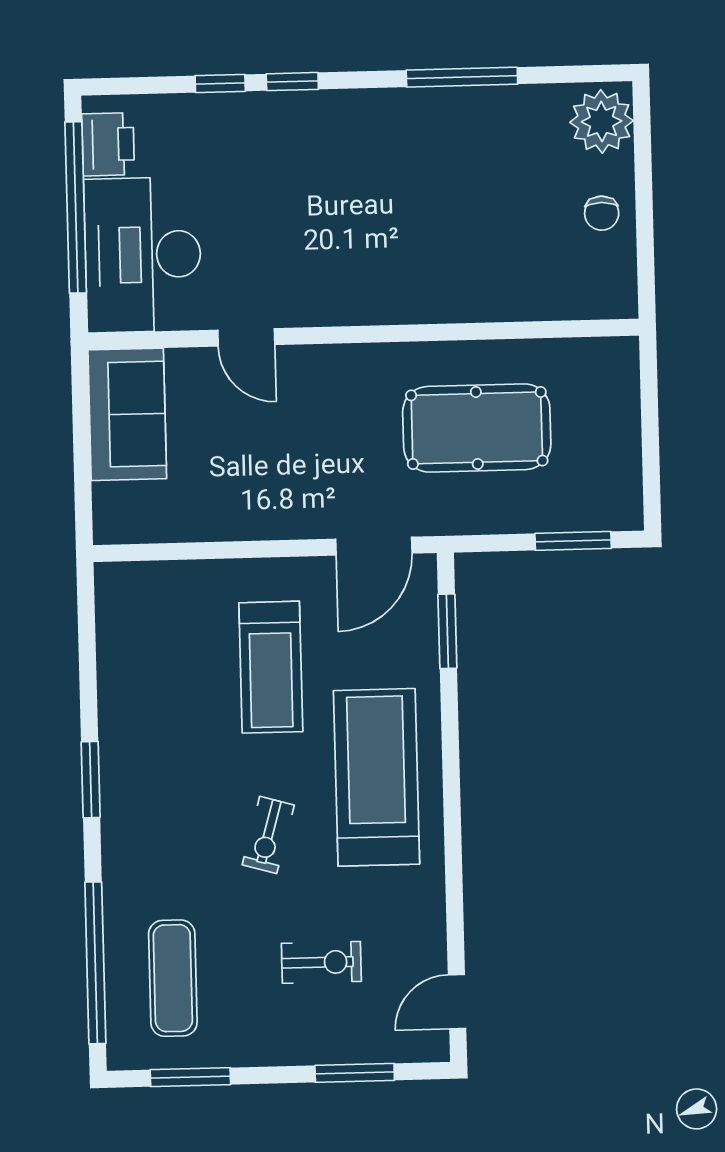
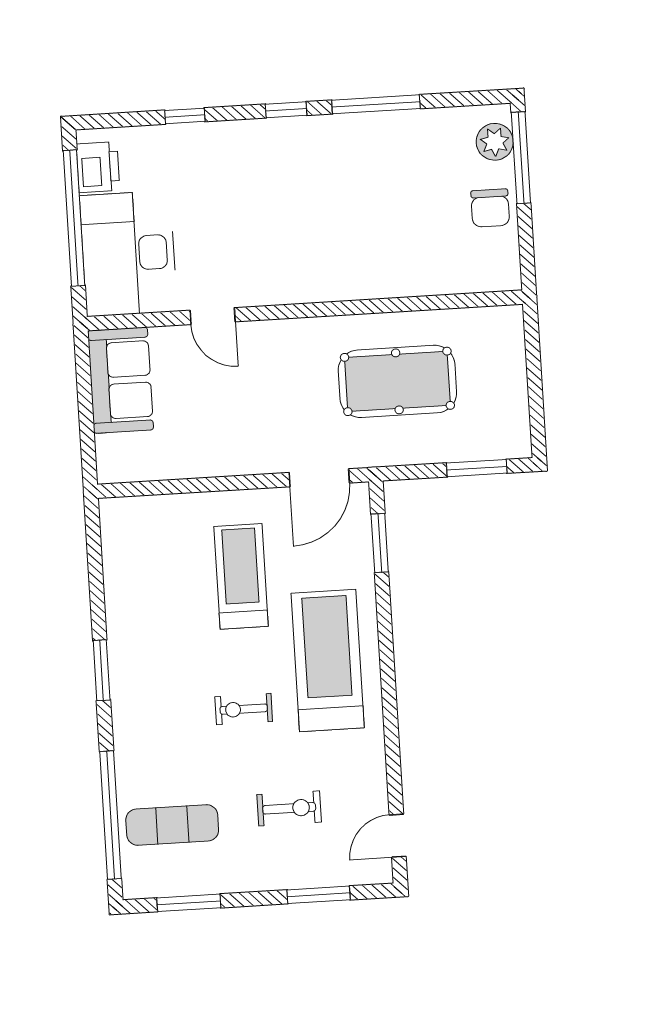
window: (292, 82) -> (286, 110), moved
plant: (602, 121) -> (495, 142), width x0.73, depth x0.73
window: (643, 151) -> (521, 158), added
chair: (602, 213) -> (490, 208), width x1.37, depth x1.37
treadmill: (271, 667) -> (241, 576), turned 180
exercise bike: (268, 835) -> (244, 709), turned 74
exercise mat: (173, 978) -> (172, 825), turned 90

